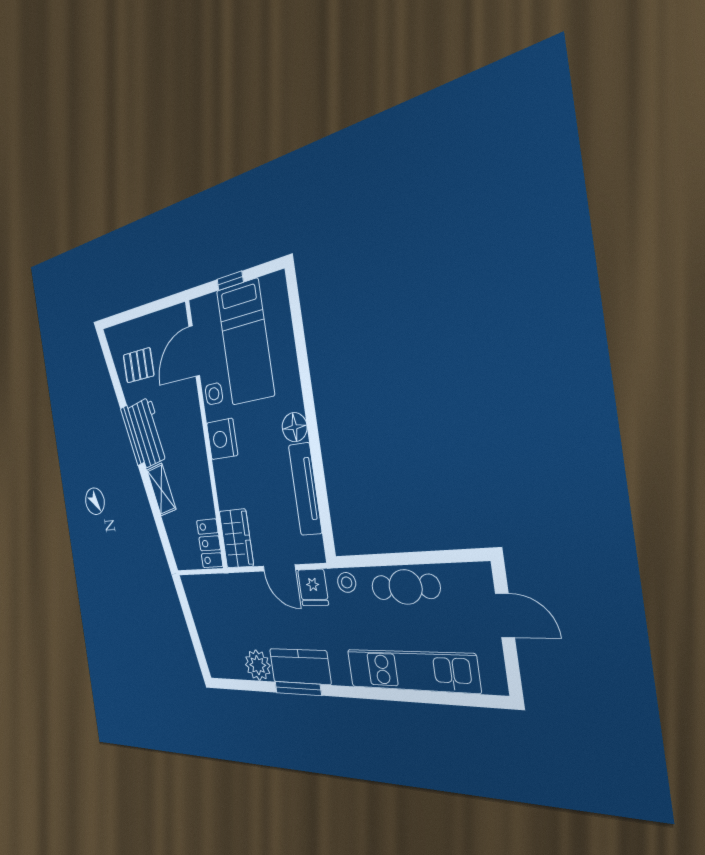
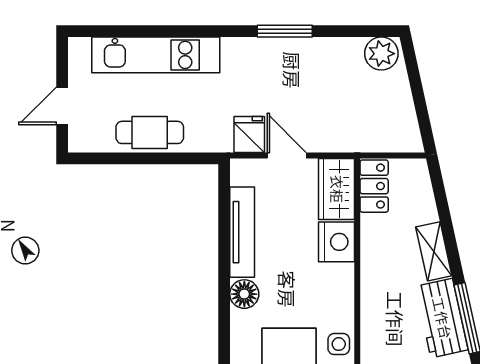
nightstand: (222, 439) -> (336, 242), moved
stool: (347, 582) -> (210, 138), removed
door: (505, 616) -> (62, 106), hinge flipped
plant: (258, 665) -> (381, 54), moved
kitchen counter: (300, 666) -> (279, 54), removed

